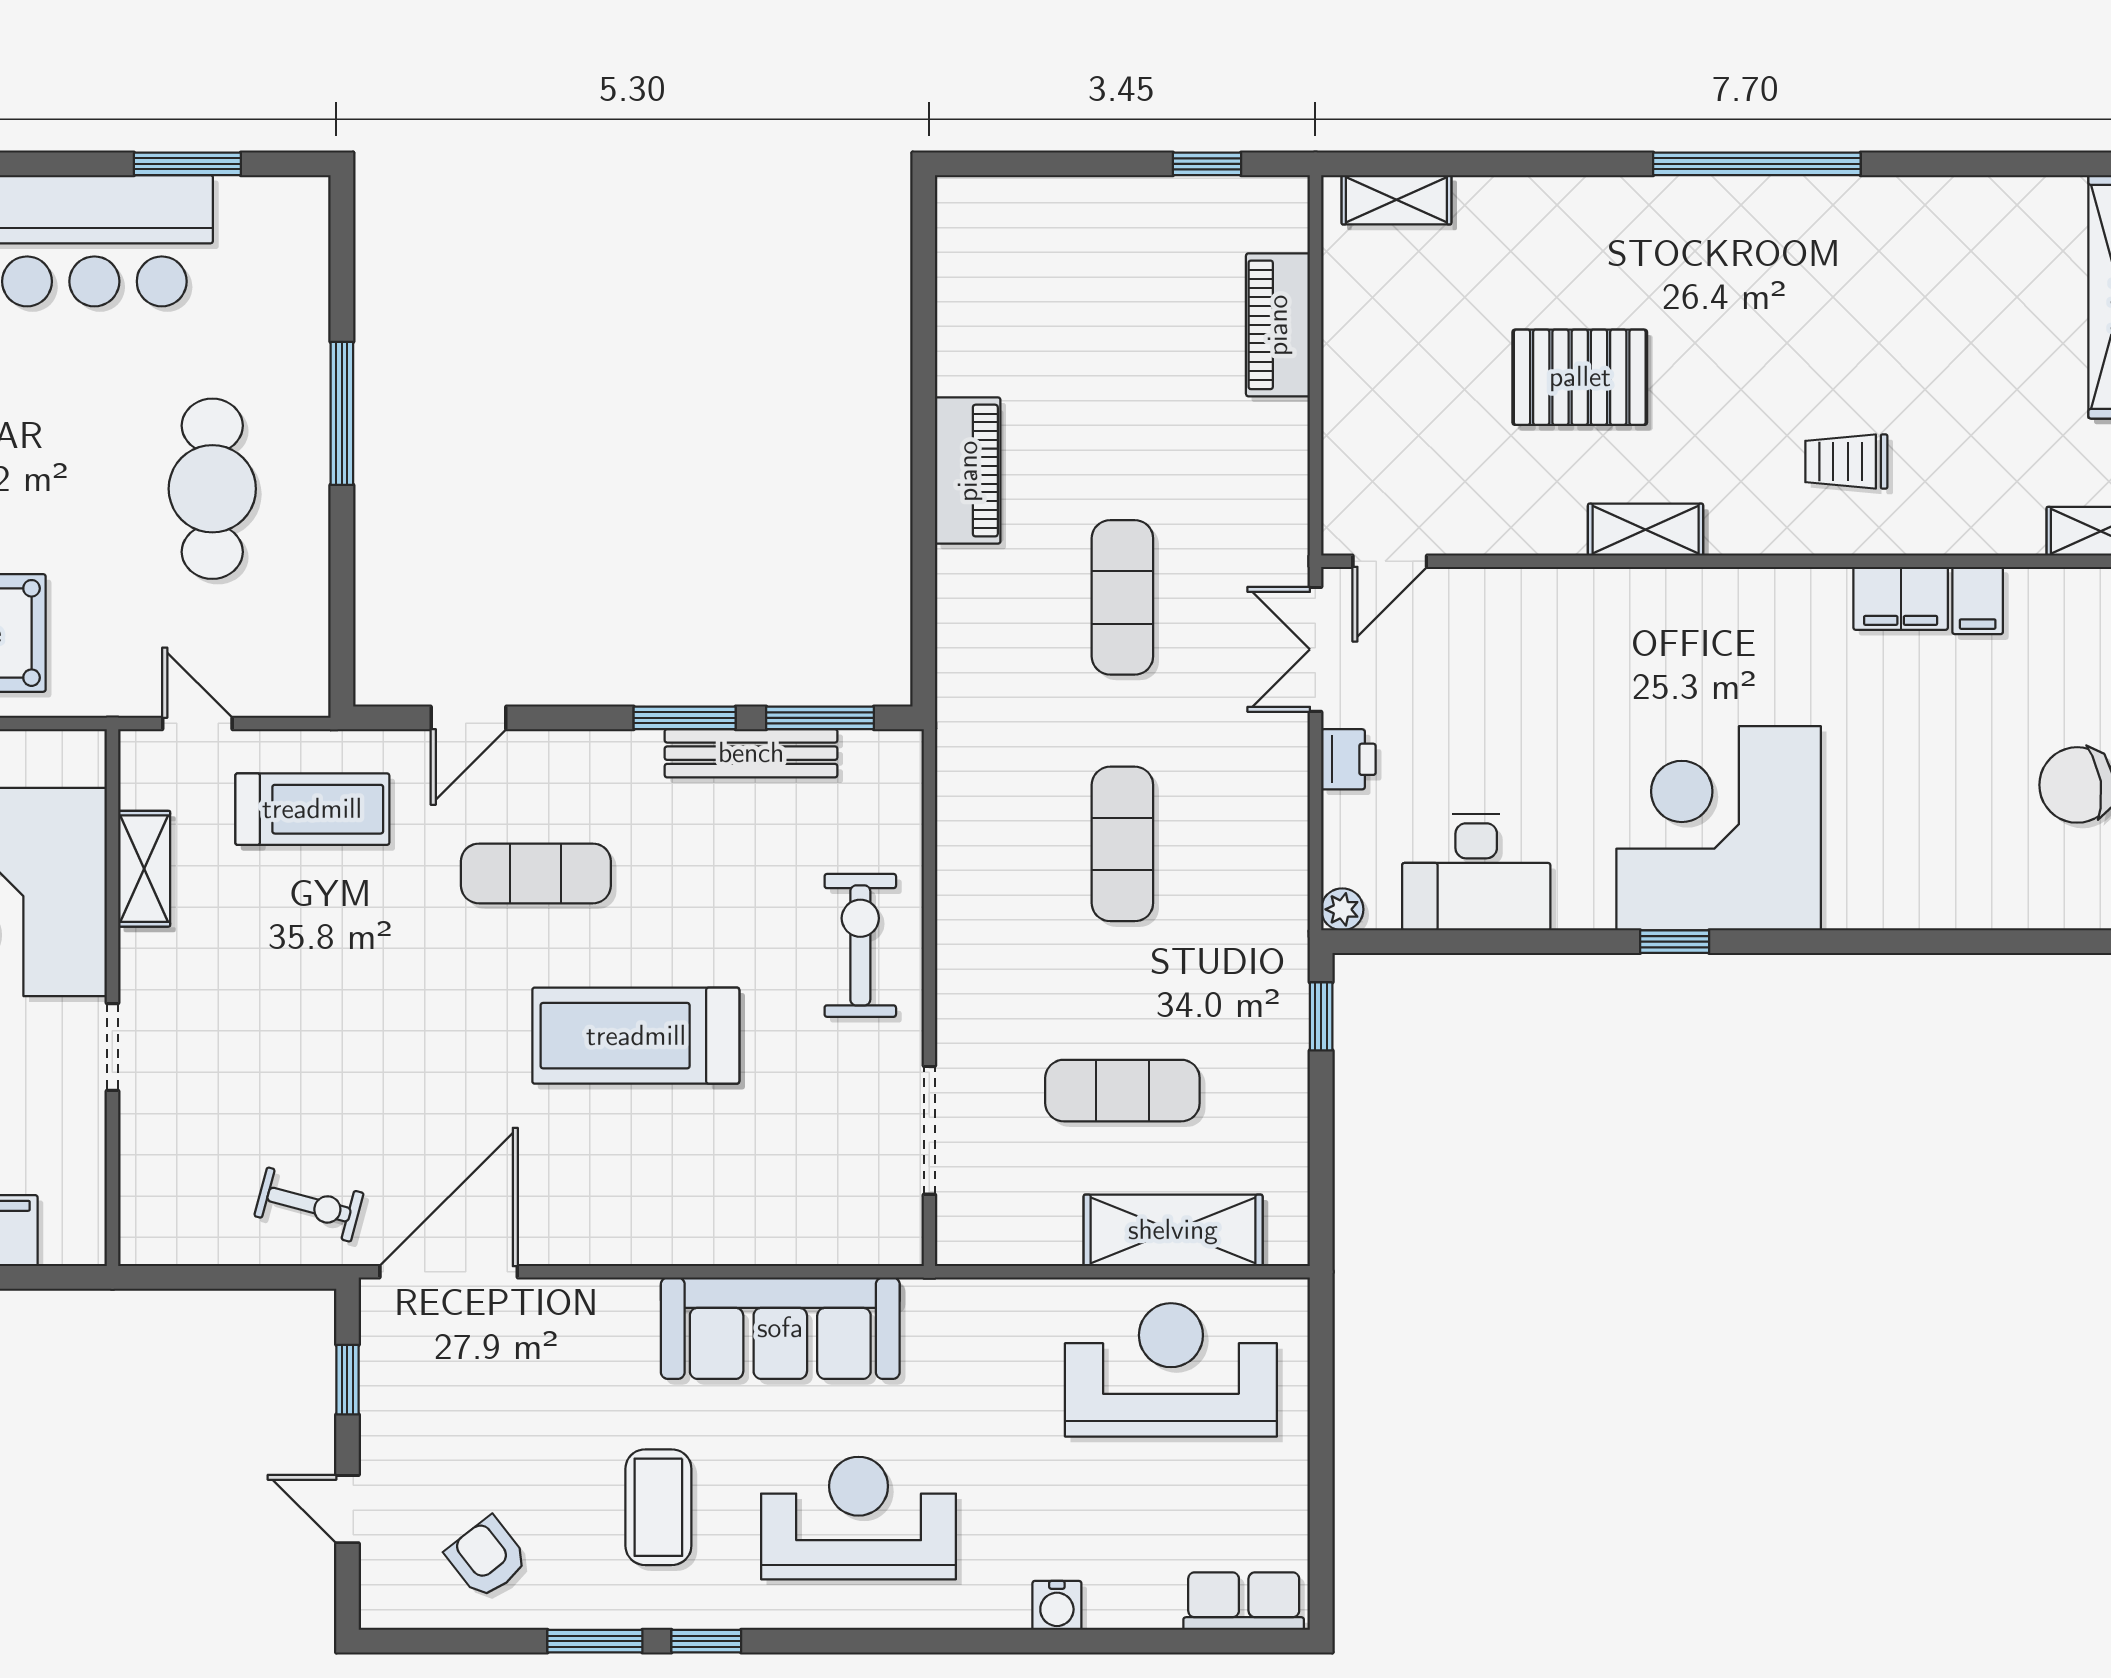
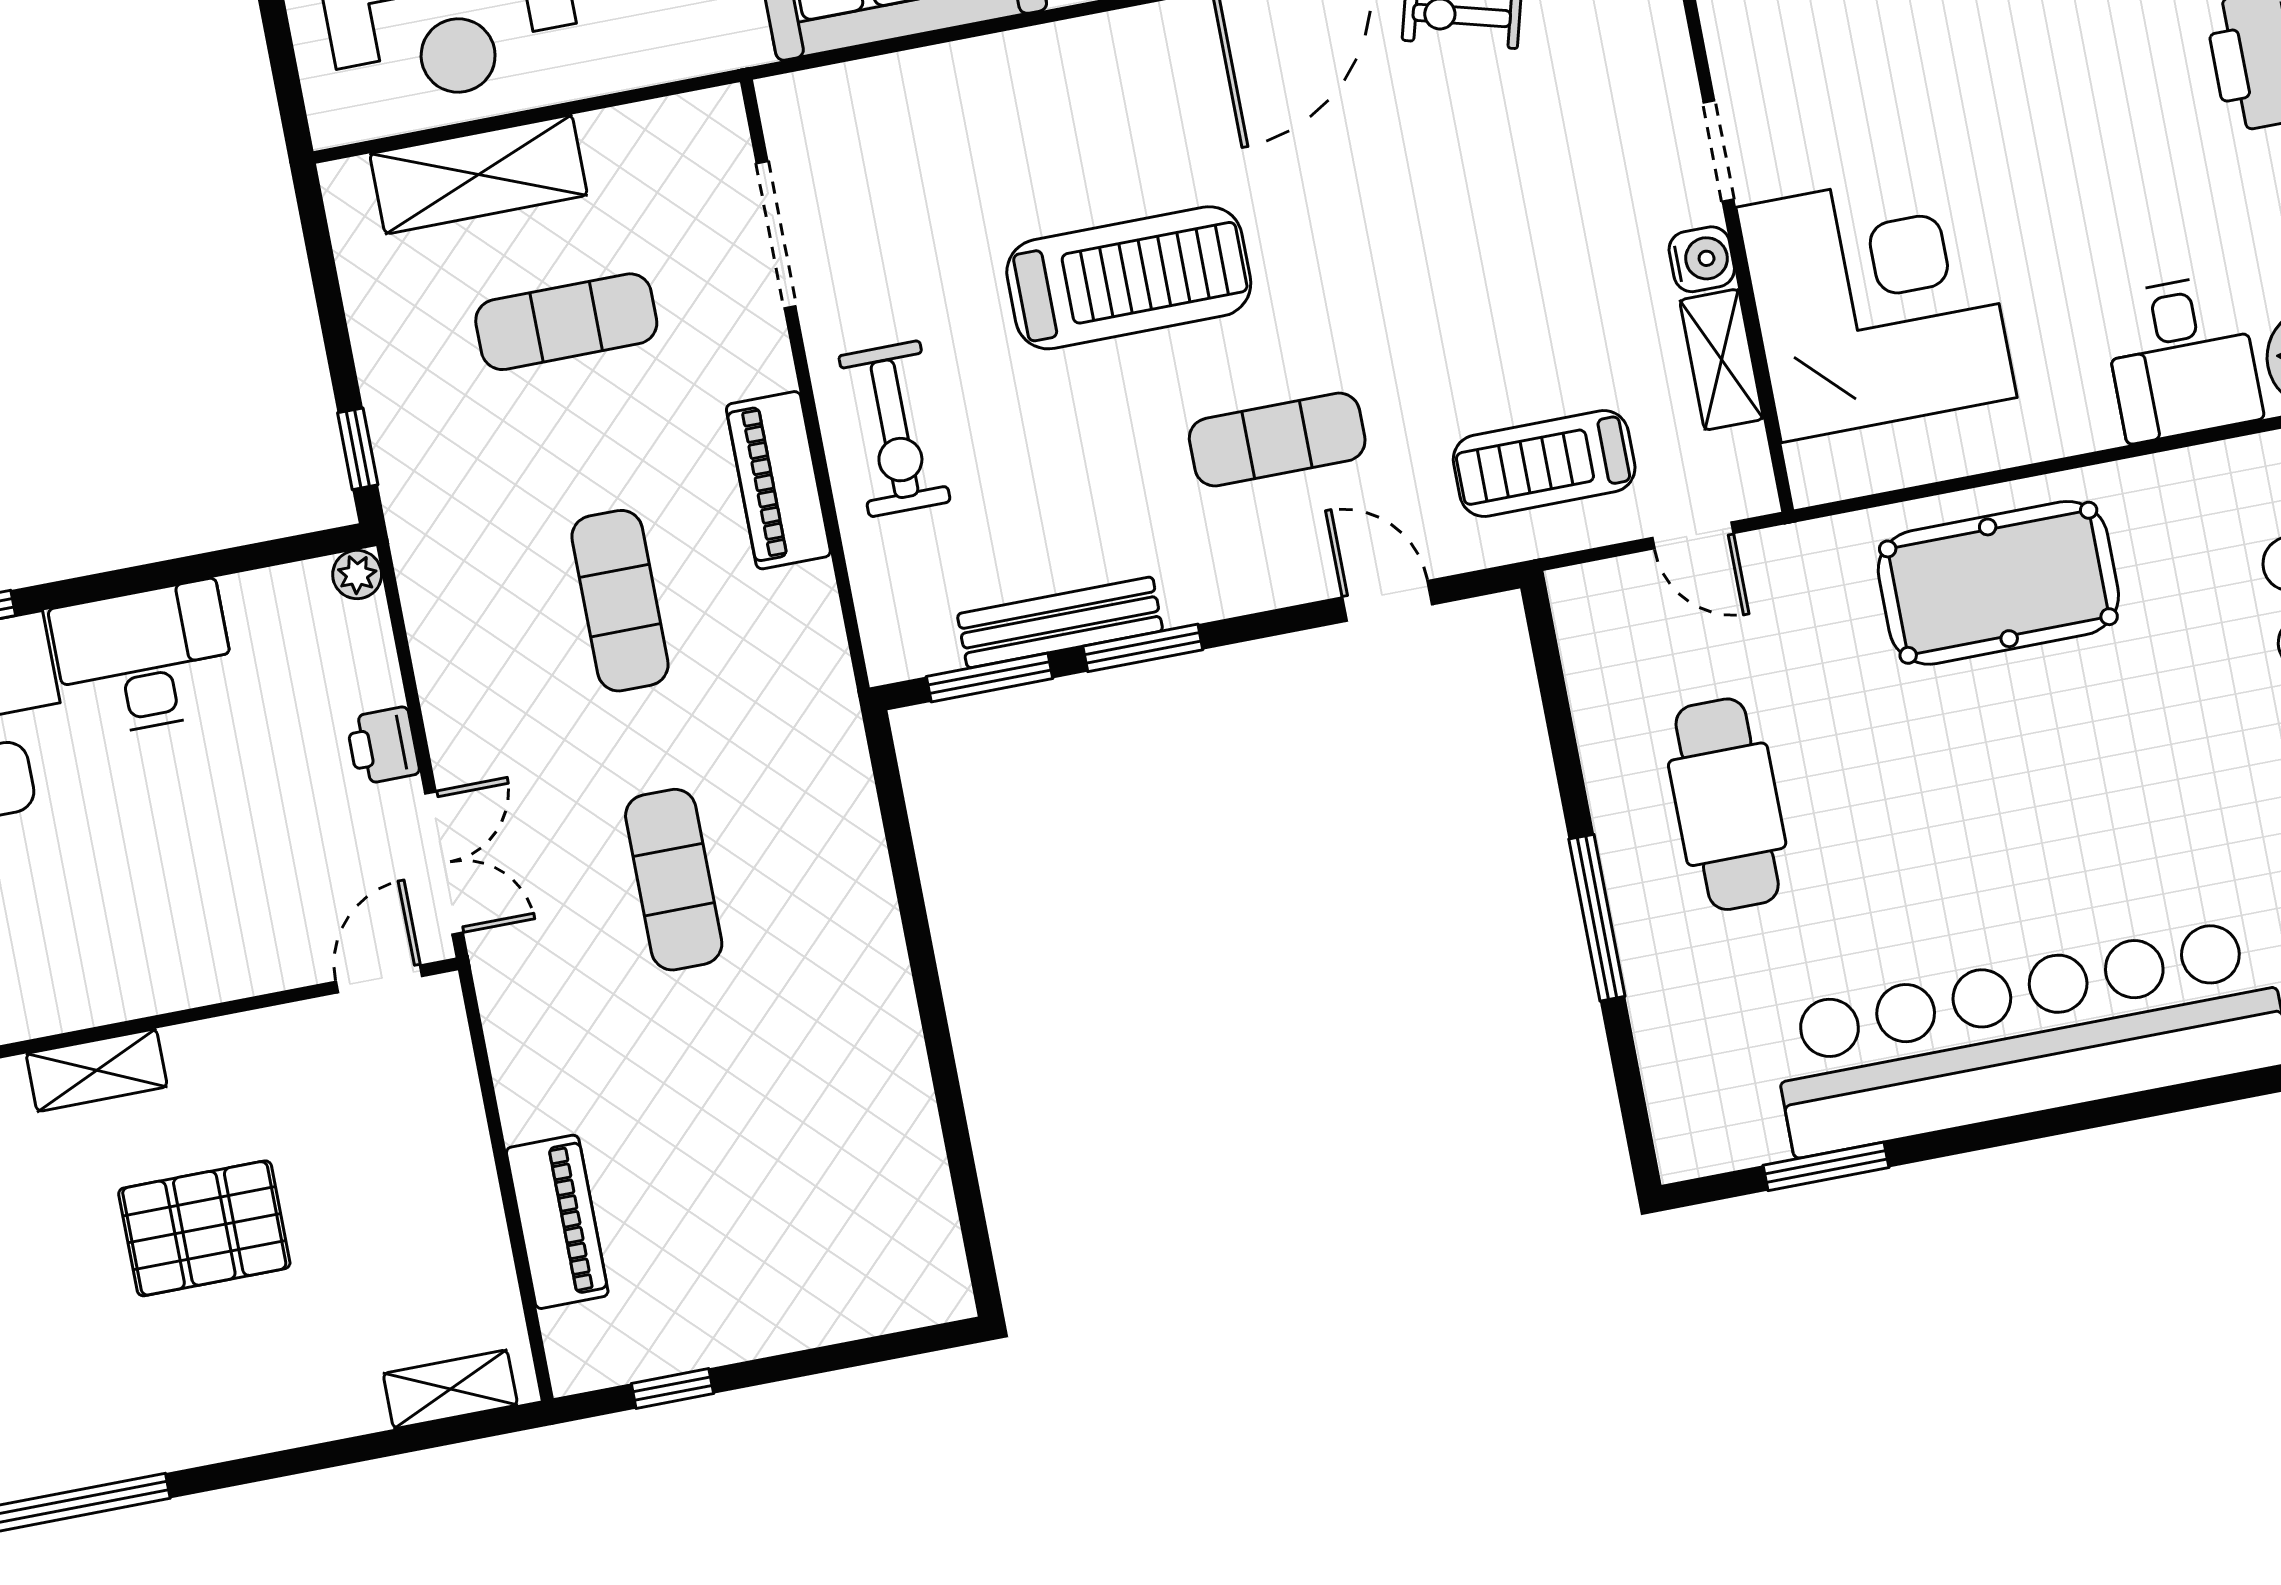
piano: (968, 471) -> (778, 480), moved
door: (469, 718) -> (1387, 601), hinge flipped
desk: (1476, 872) -> (144, 659), moved
water cooler: (144, 957) -> (1702, 259), added

